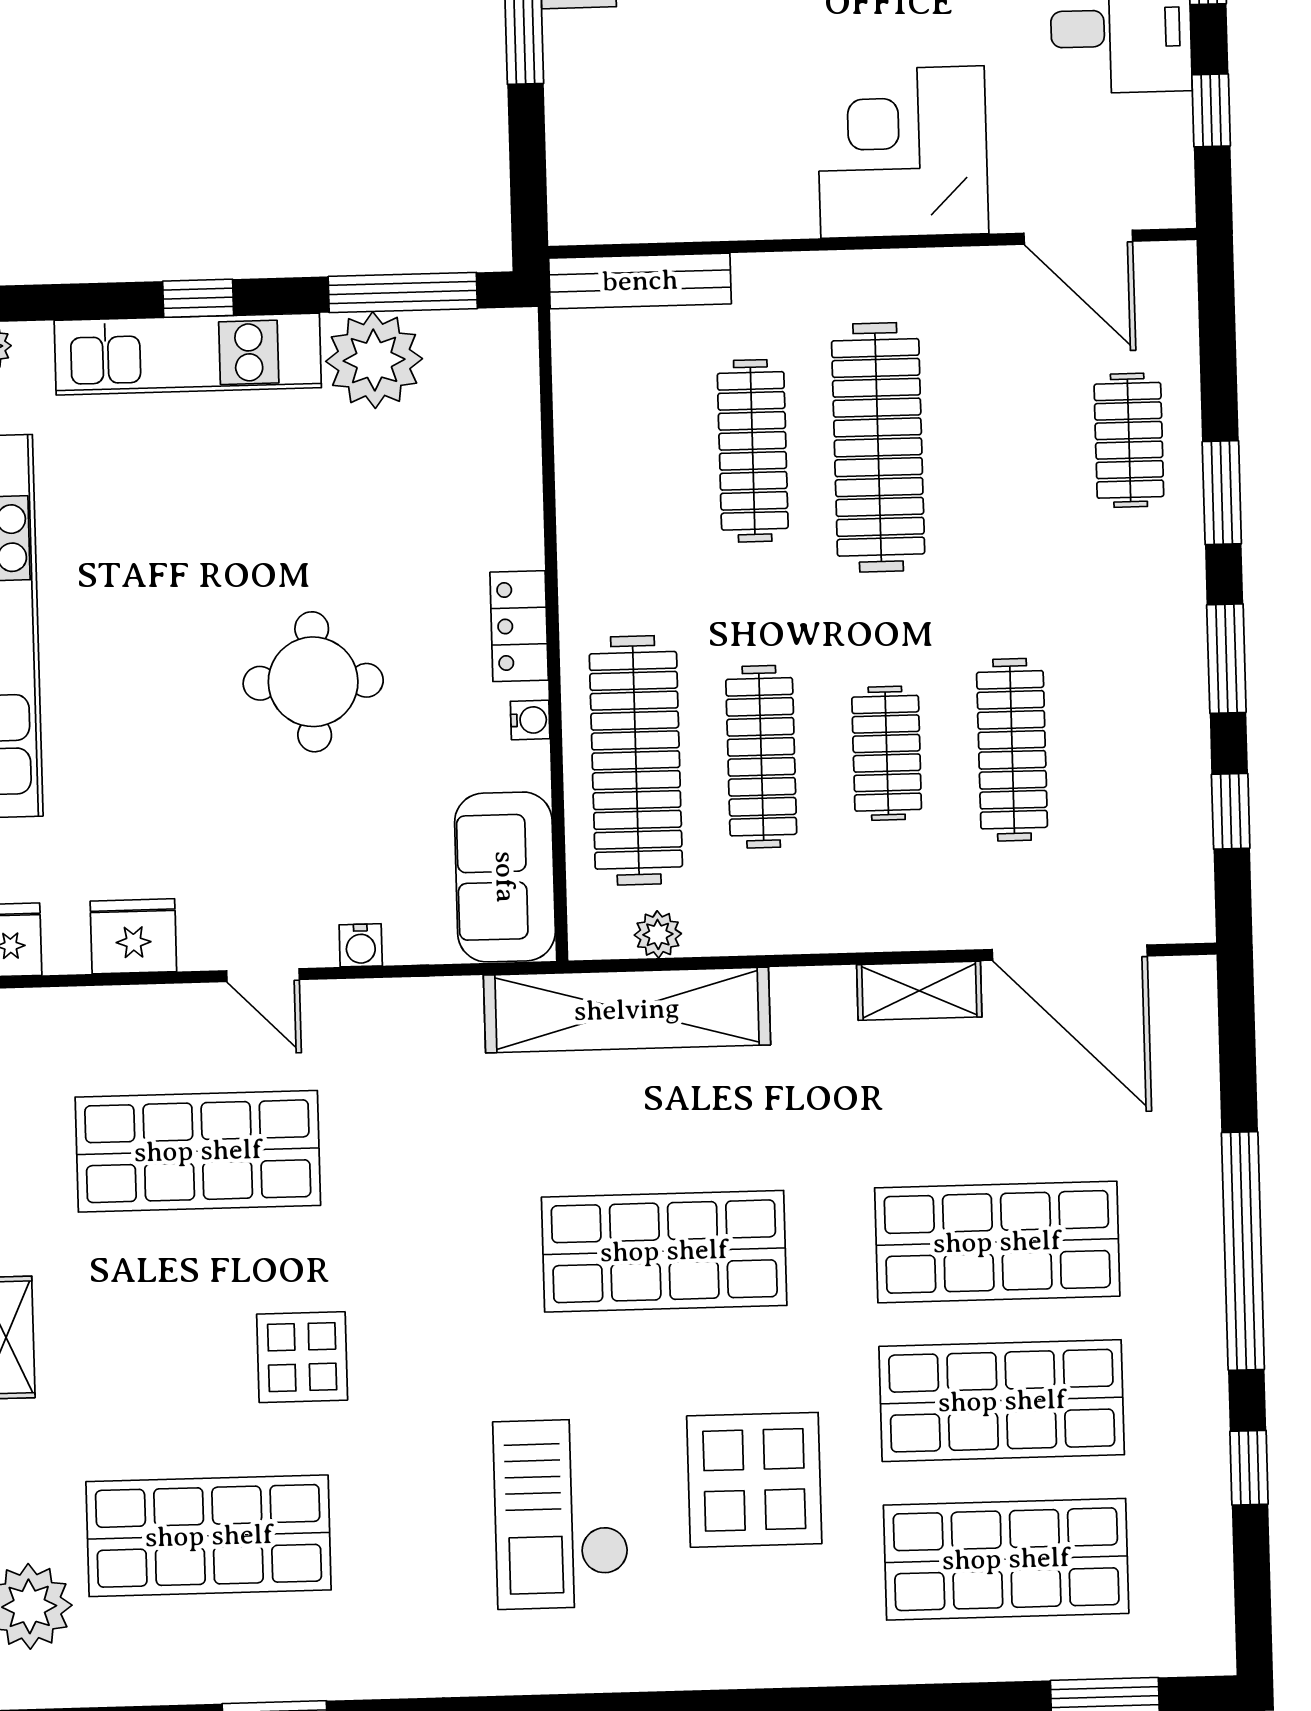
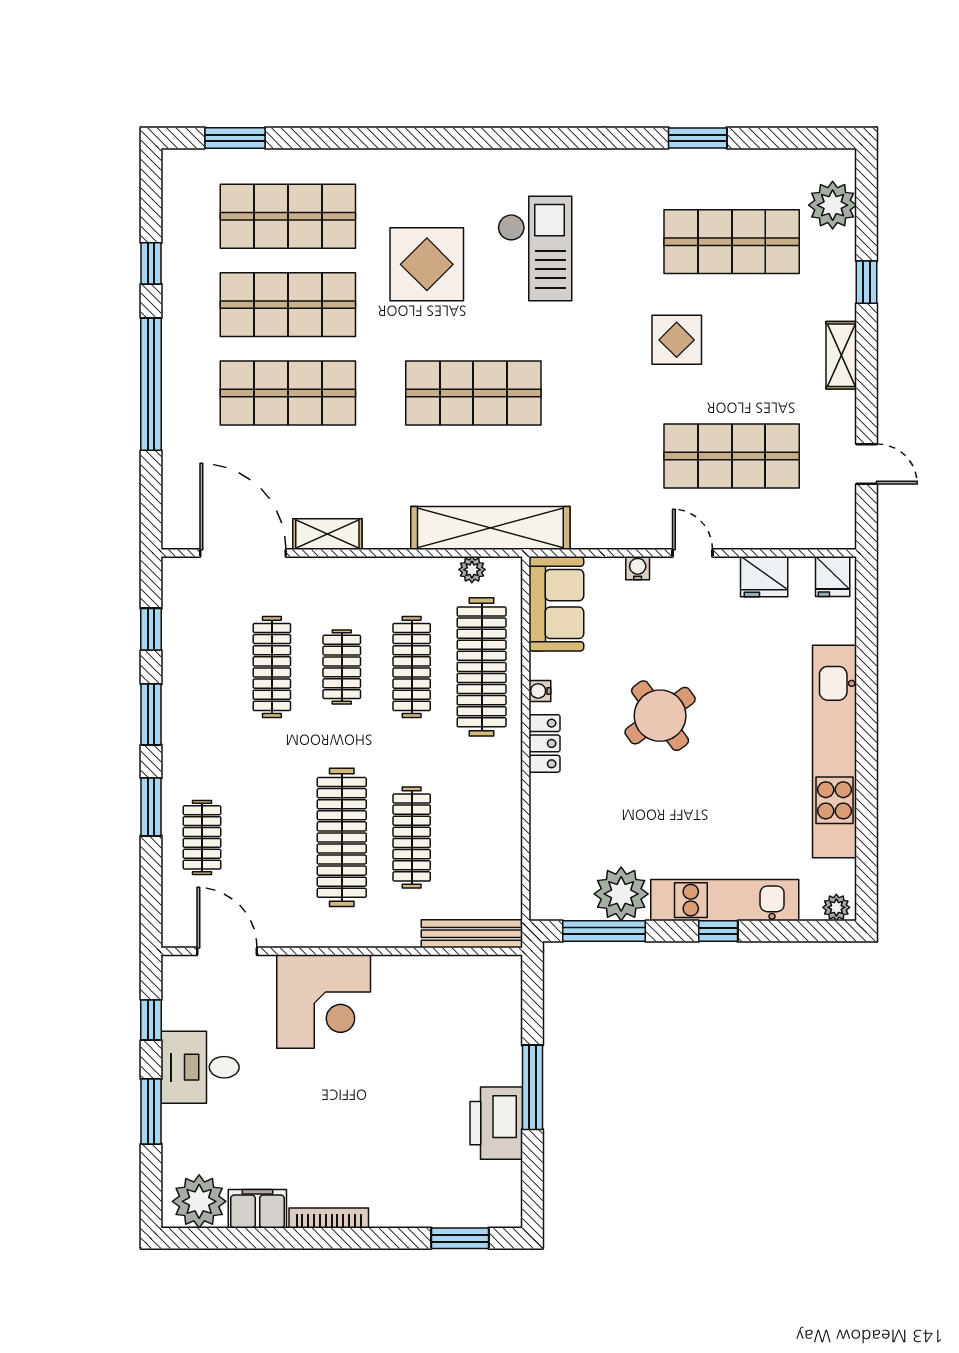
round table: (313, 682) -> (660, 716), turned -36

